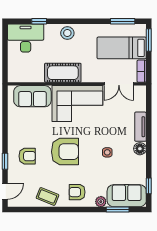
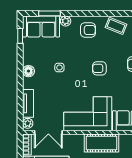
double door: (119, 84) -> (48, 132), swing flipped
plant: (141, 94) -> (28, 123), added
tv unit: (140, 127) -> (28, 103), moved
armchair: (65, 152) -> (99, 68), width x0.53, depth x0.53

